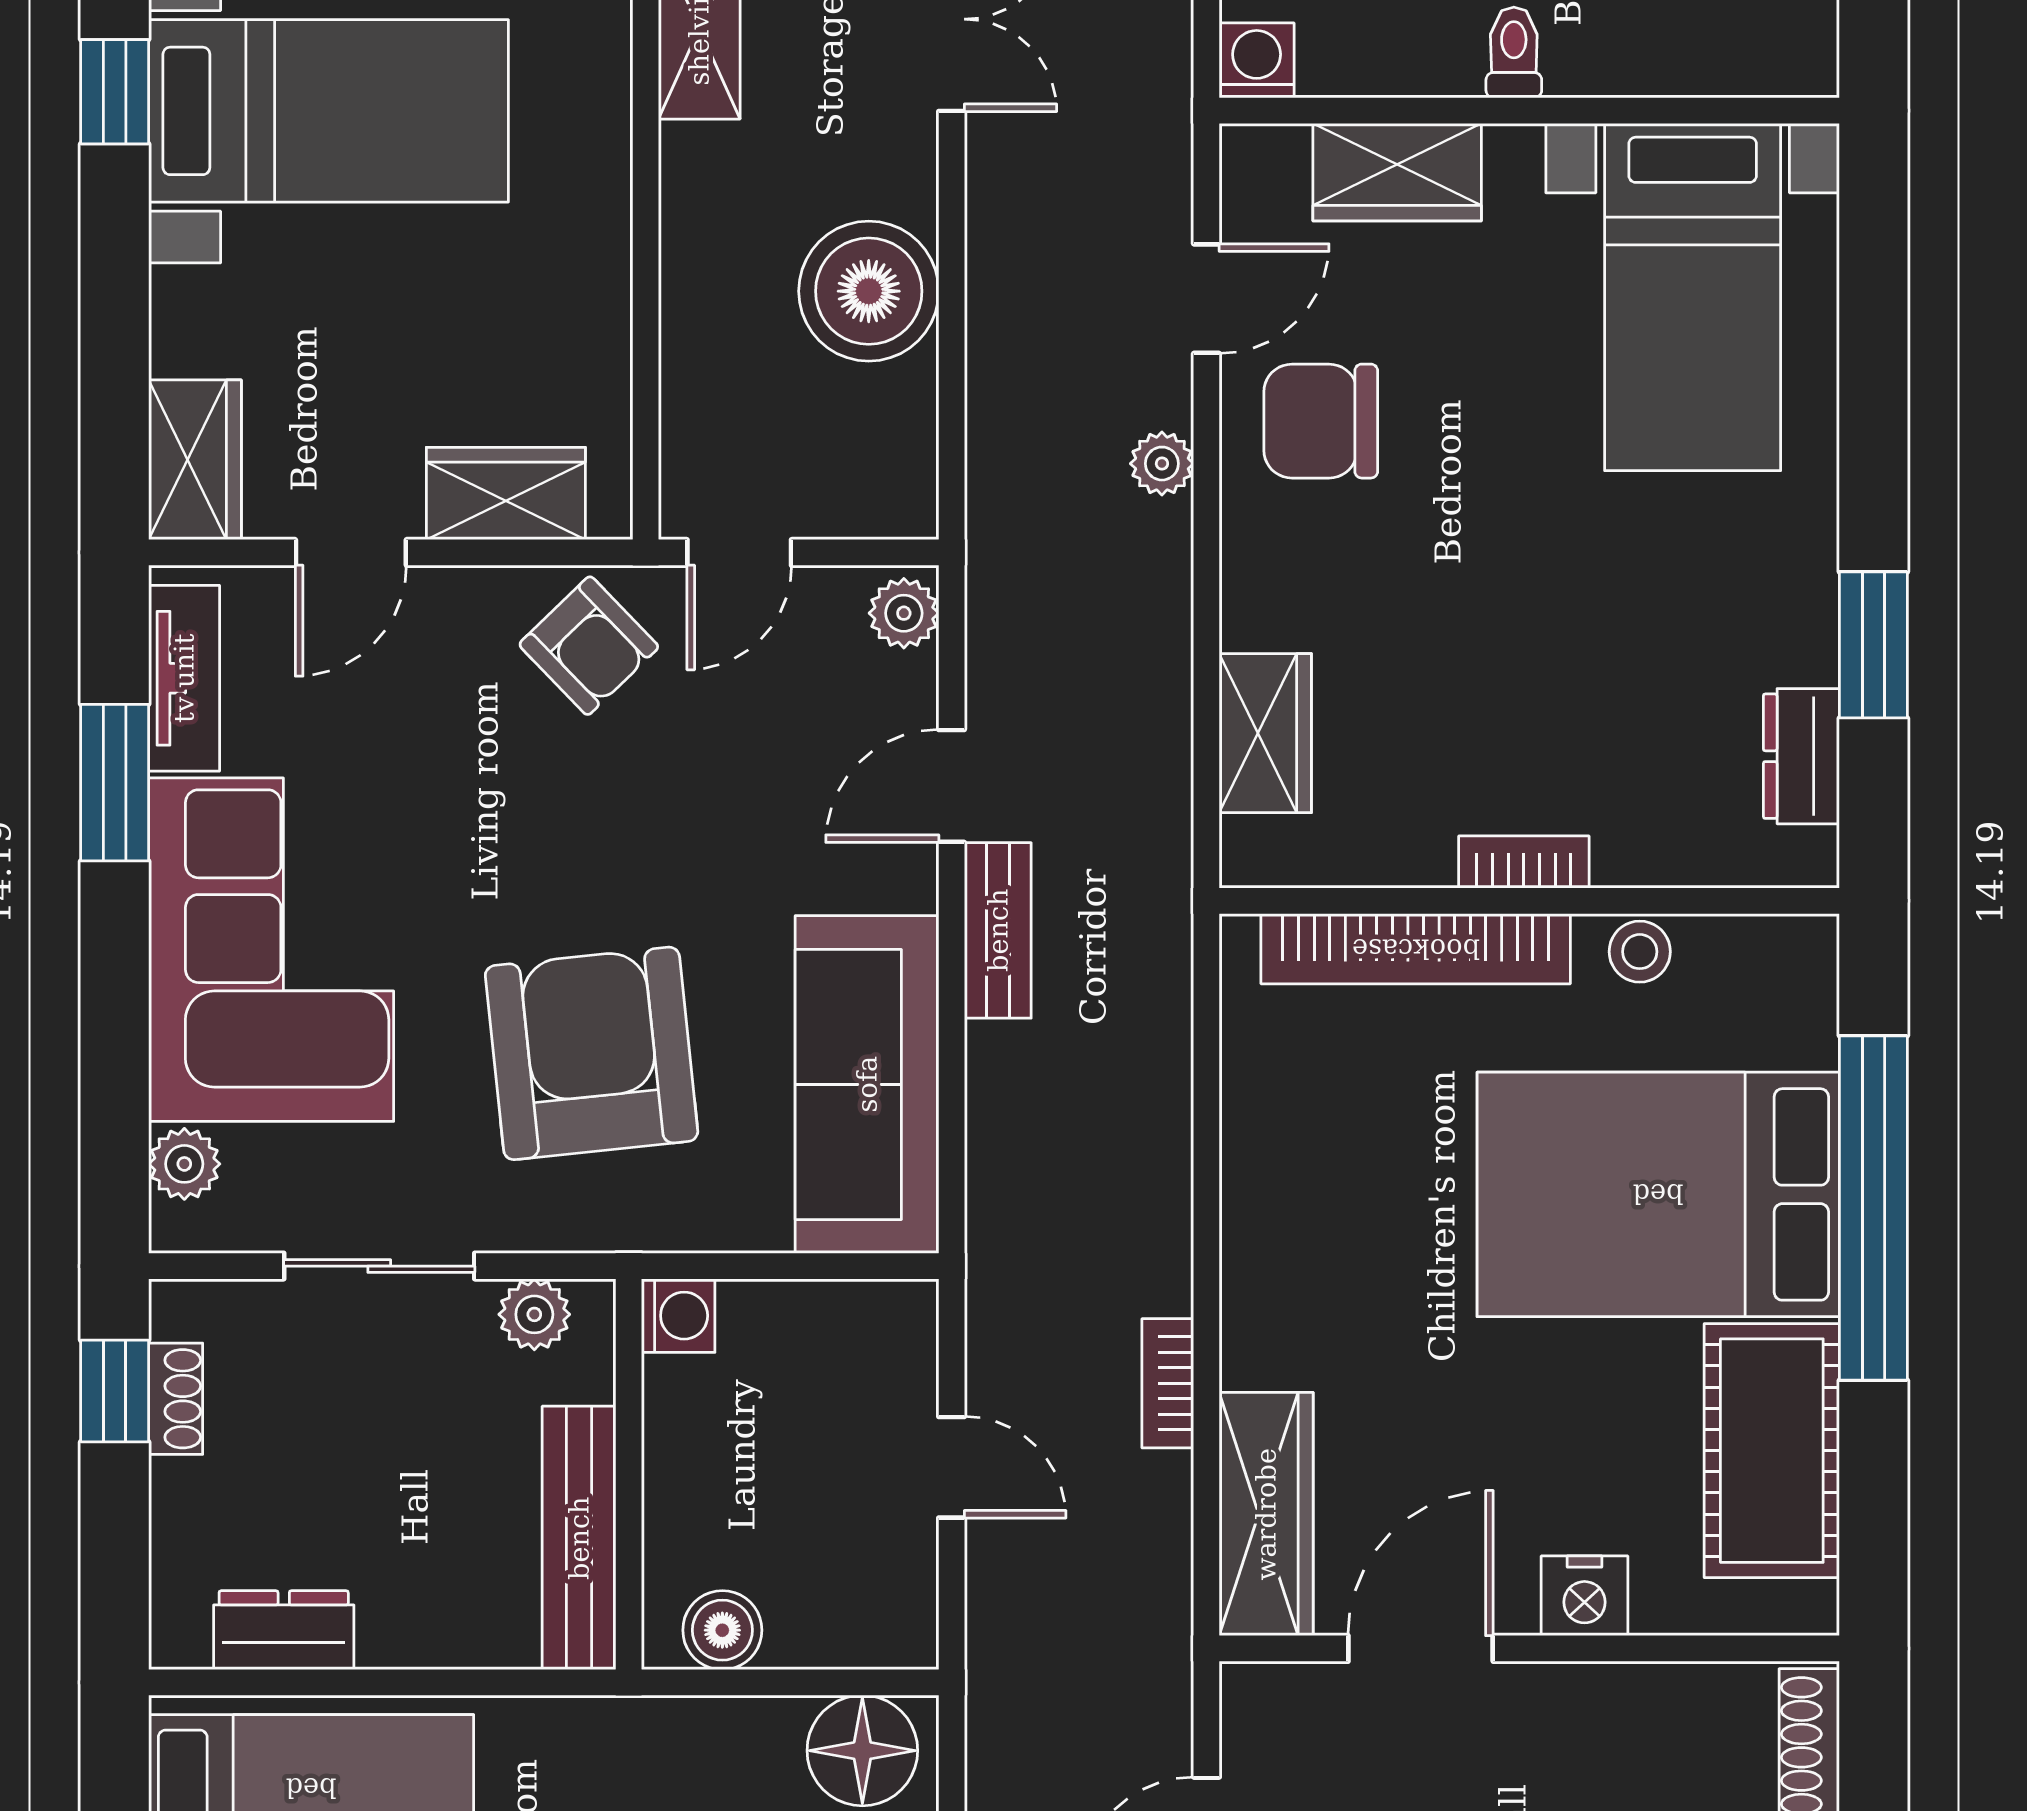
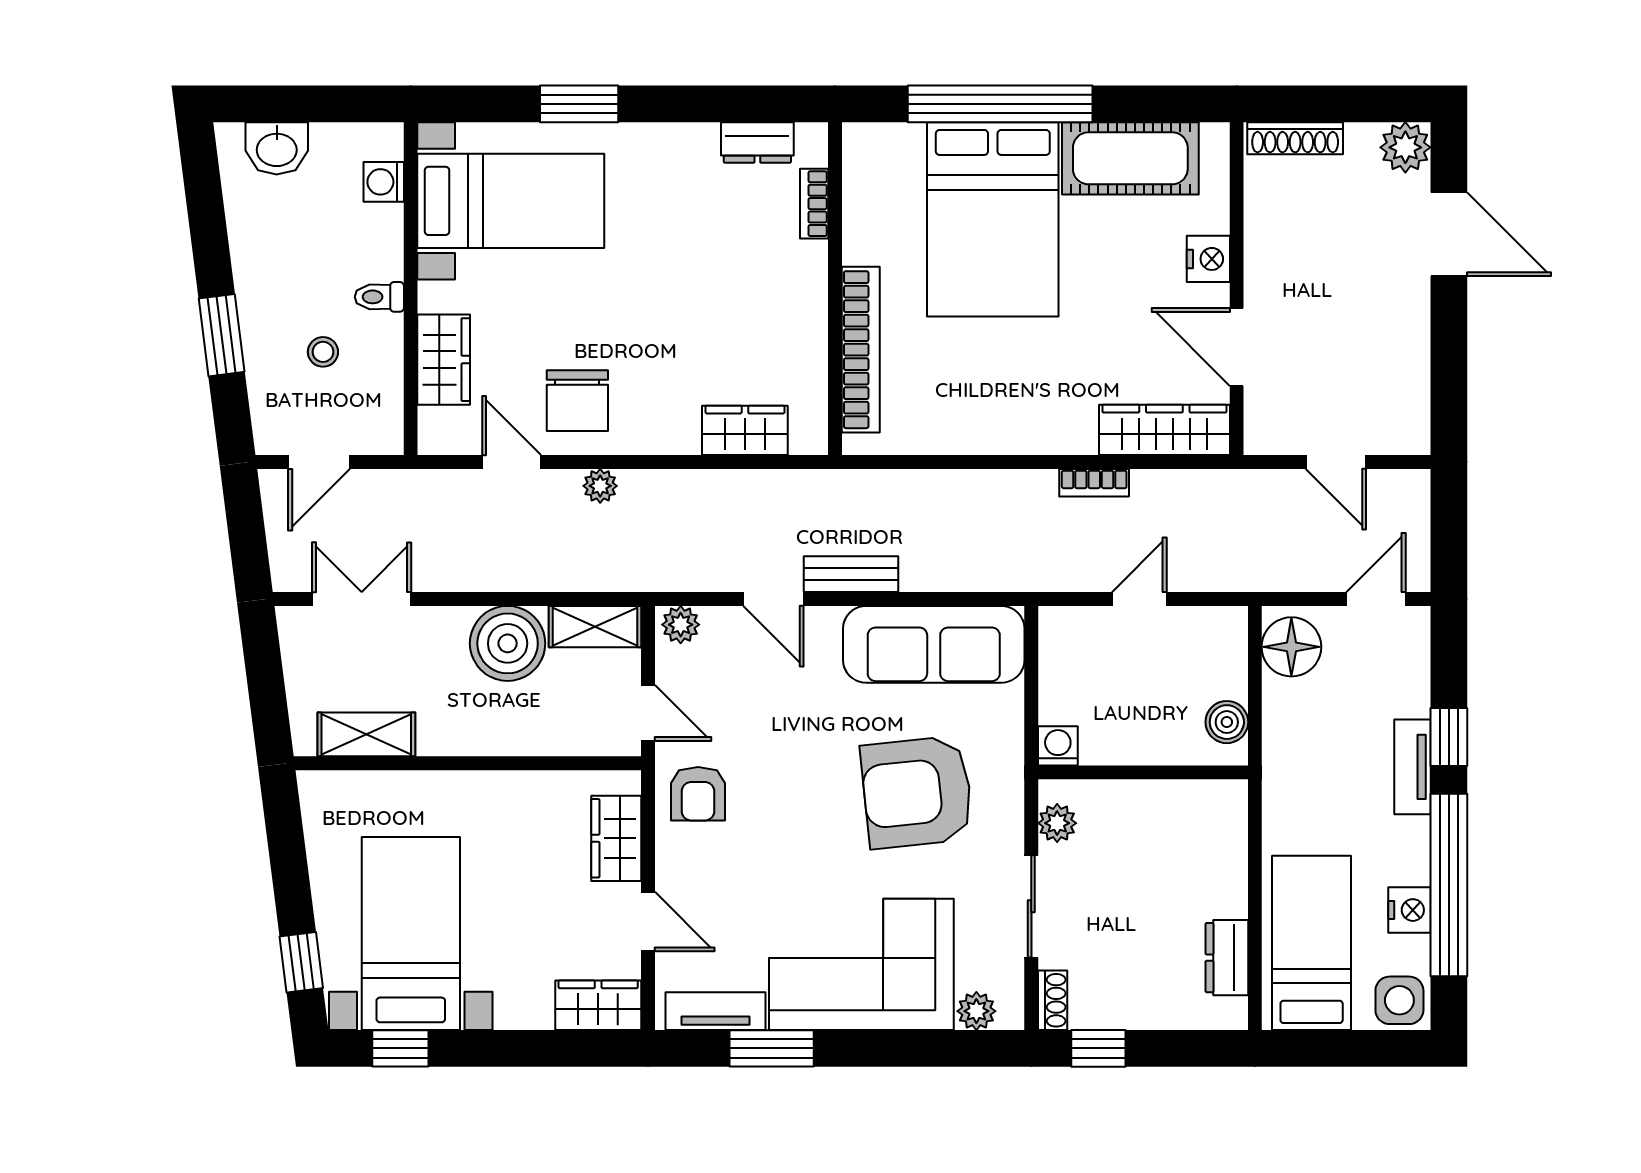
washing machine: (1257, 60) -> (384, 182), moved
shelving: (900, 454) -> (595, 627), added
window: (1873, 645) -> (579, 104), moved
armchair: (589, 646) -> (698, 794), turned 134
bookcase: (1524, 862) -> (814, 204), moved
stool: (1640, 952) -> (862, 229), removed
shoe rack: (176, 1399) -> (1053, 1000), moved, turned 90
bench: (579, 1538) -> (1177, 799), removed

